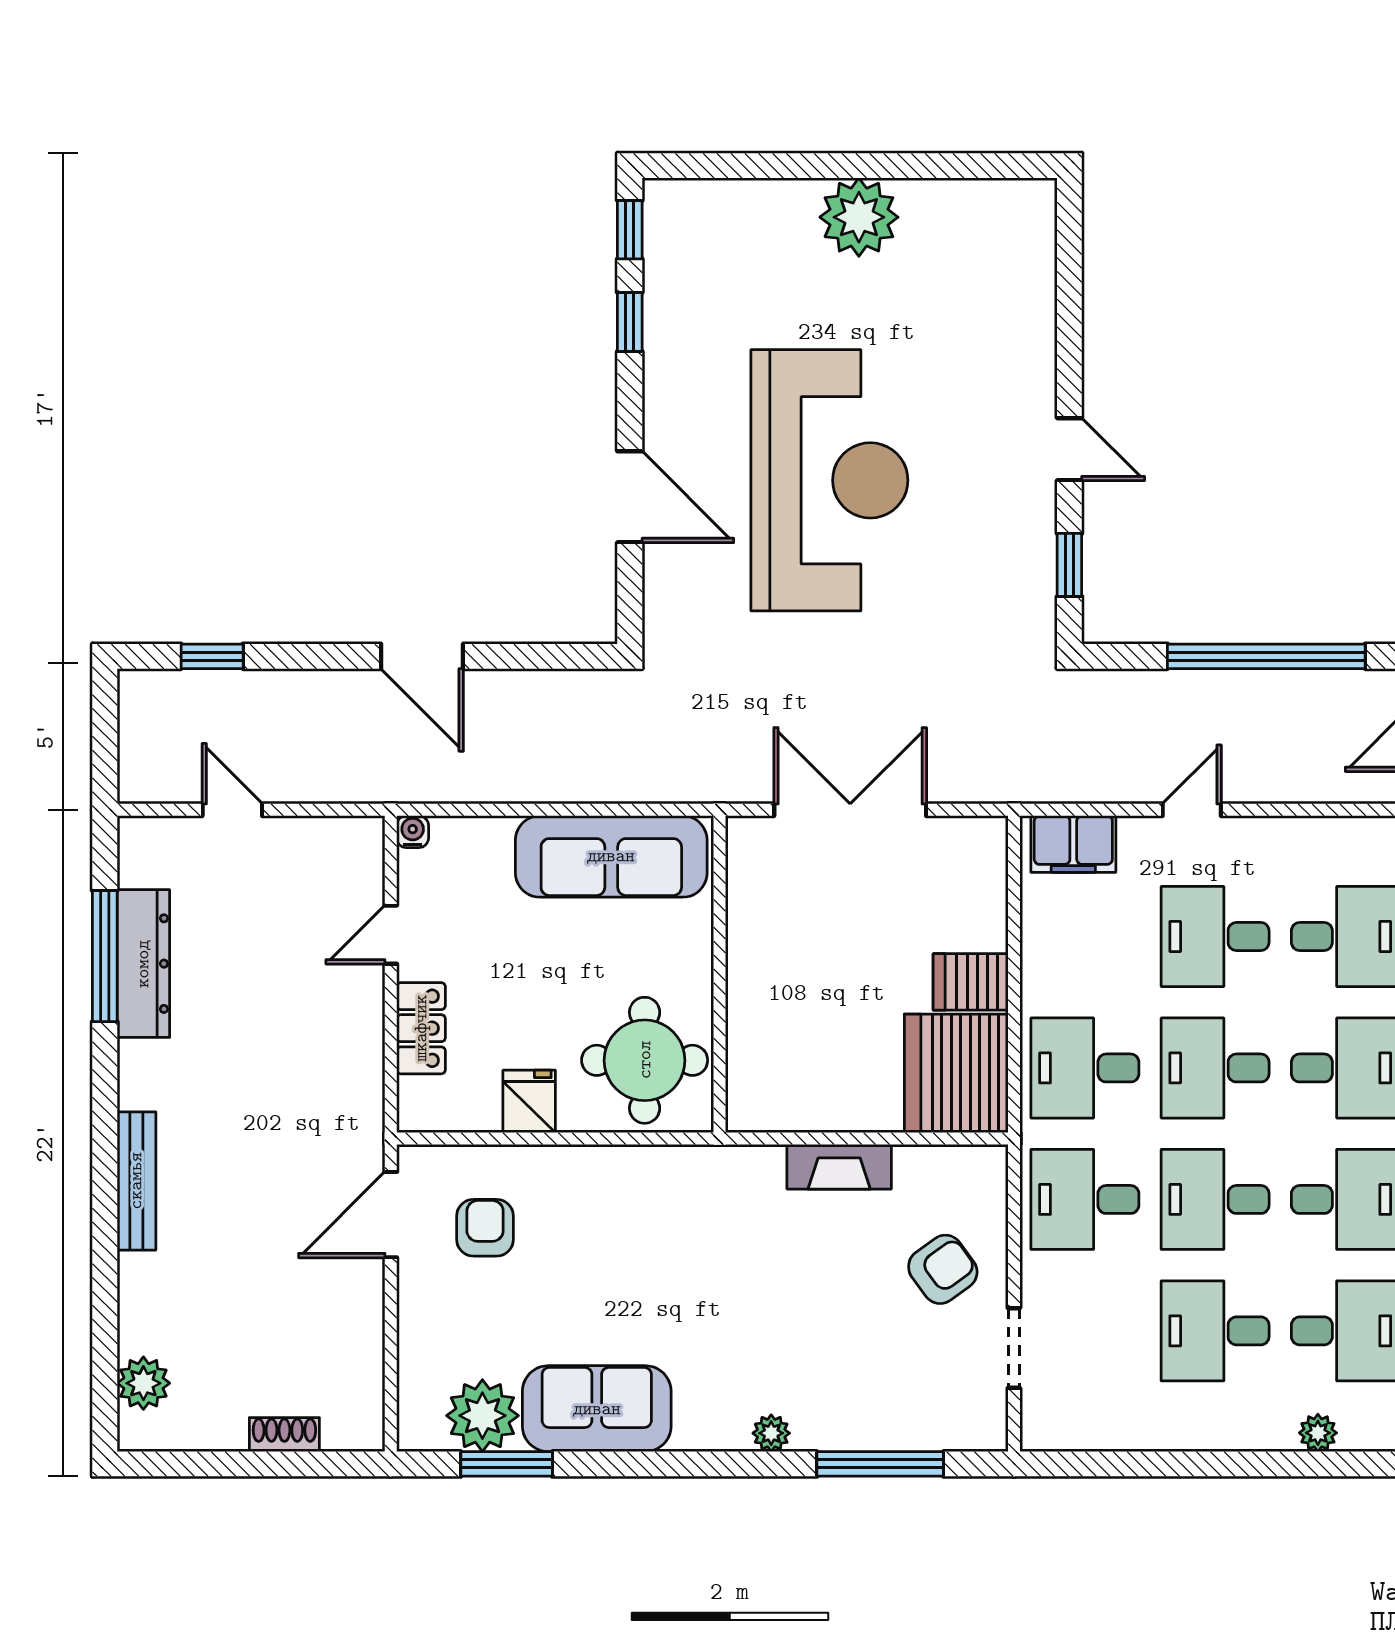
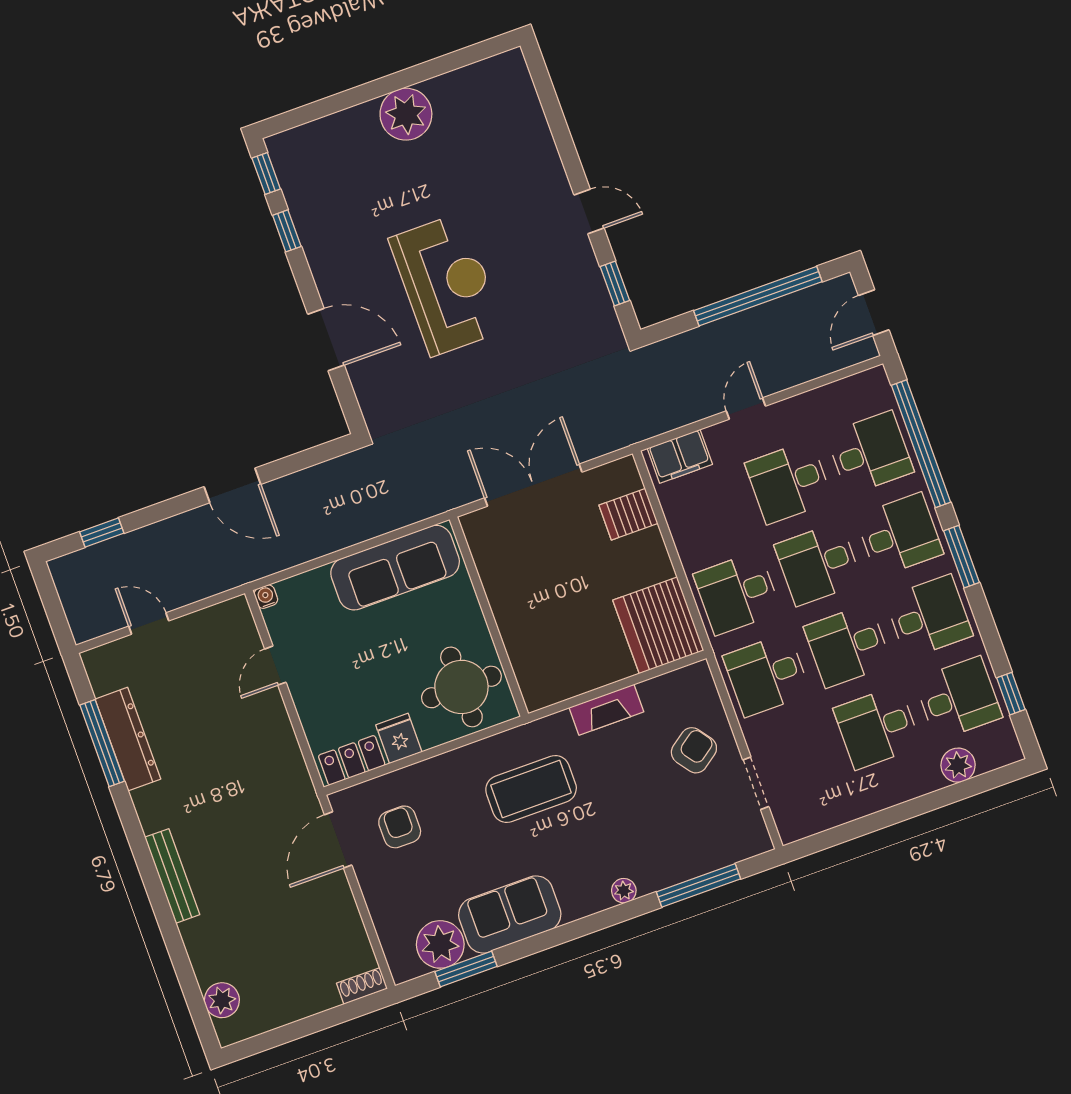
reception desk: (829, 480) -> (447, 285), width x0.74, depth x0.77
server rack: (971, 982) -> (628, 514), moved
locker: (421, 1028) -> (352, 760), moved, turned -90
coffee table: (691, 1241) -> (531, 789), added
plant: (1318, 1433) -> (958, 765), width x1.38, depth x1.38
shoe rack: (284, 1435) -> (362, 986), moved

